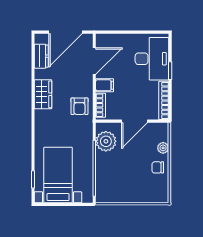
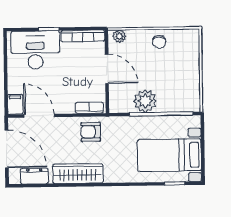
filing cabinet: (105, 85) -> (15, 104), moved
wardrobe: (43, 94) -> (78, 174), width x1.50
armchair: (79, 106) -> (91, 132), turned 180
plant: (106, 141) -> (145, 101), moved
plant: (163, 148) -> (119, 36), moved

